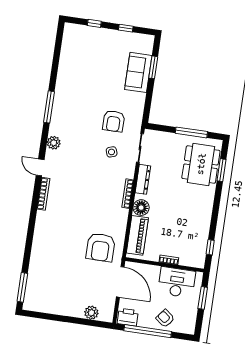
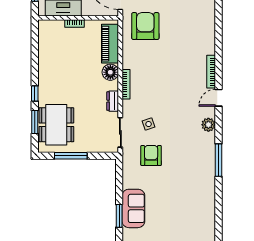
door: (40, 167) -> (218, 98), swing flipped
dresser: (143, 179) -> (113, 101), width x0.70
window: (210, 247) -> (35, 93), moved

